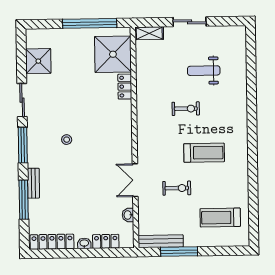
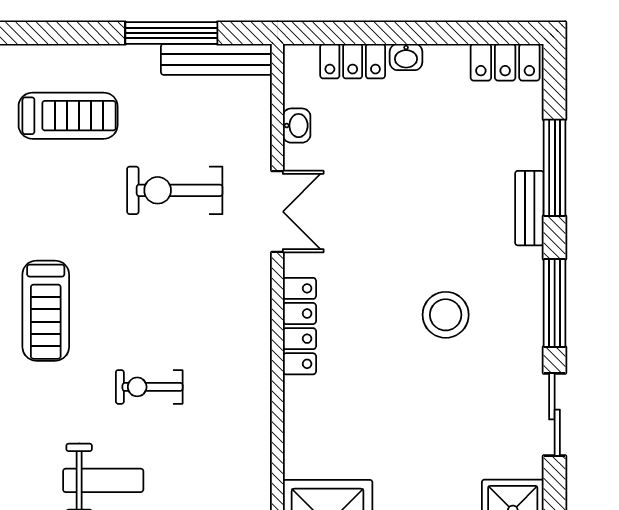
locker: (125, 87) -> (299, 326), moved, width x1.53
stool: (67, 140) -> (446, 315), width x1.89, depth x1.89
treadmill: (204, 153) -> (46, 311), moved, turned -90
exercise bike: (177, 188) -> (175, 190), width x1.38, depth x1.39
locker: (52, 242) -> (505, 62), width x0.66

